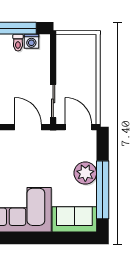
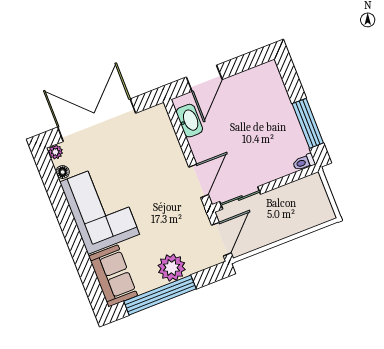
washing machine: (31, 41) -> (299, 146), removed
toilet: (18, 43) -> (304, 162), moved

